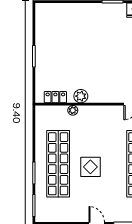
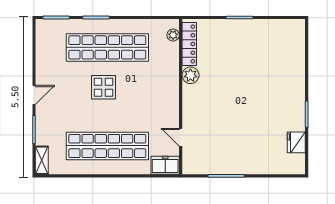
locker: (55, 97) -> (189, 44), width x1.53
plant: (73, 110) -> (173, 35), moved

